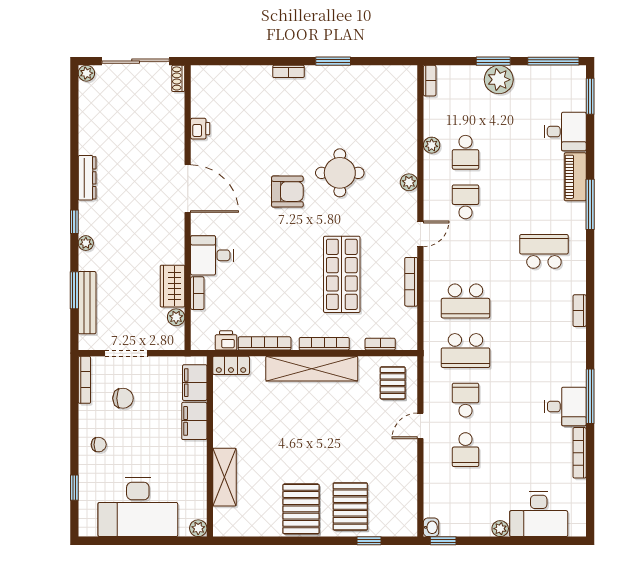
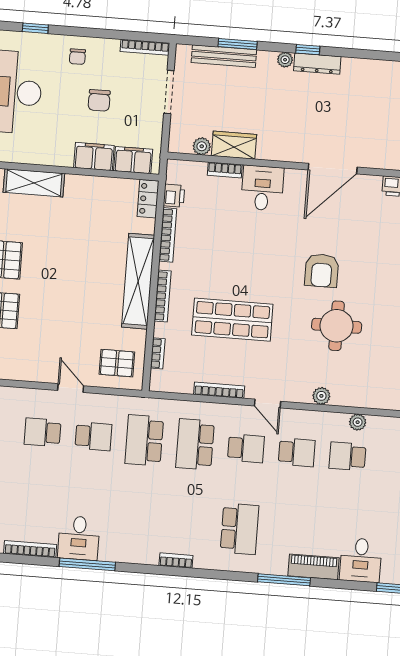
dresser: (87, 178) -> (317, 64), moved
school desk: (465, 251) -> (246, 448), added
chair: (123, 398) -> (99, 100), moved

